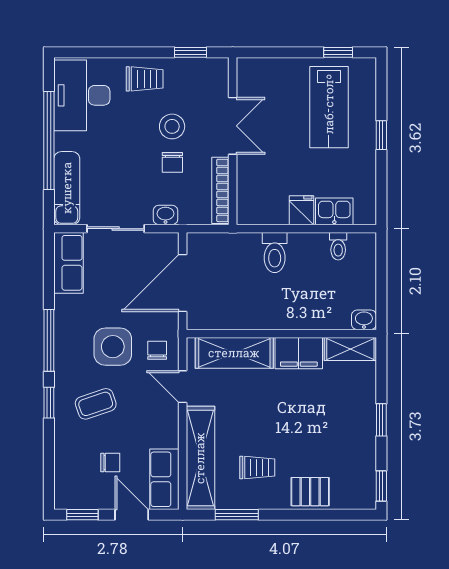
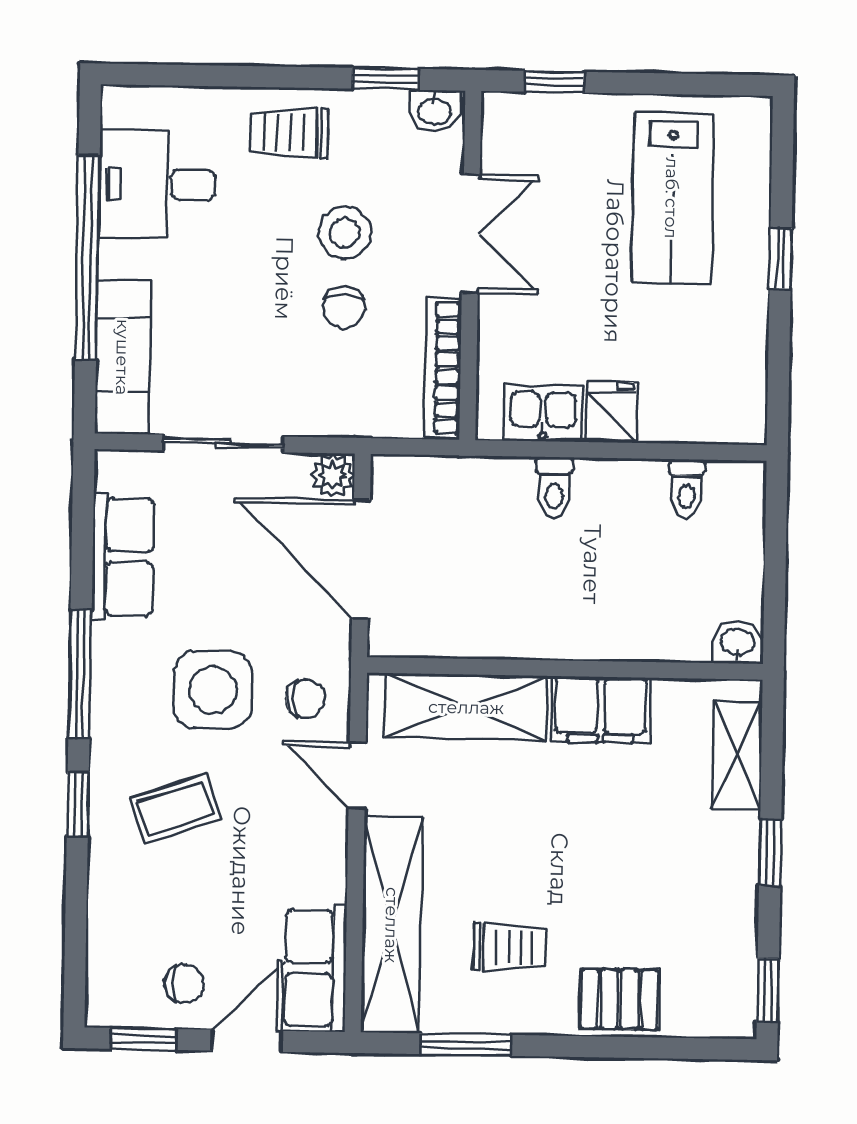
window: (338, 52) -> (554, 82), moved
trolley: (145, 79) -> (289, 132), turned 180
desk: (82, 95) -> (157, 185), width x0.73
kitchen sink: (334, 211) -> (543, 413), moved
washbasin: (165, 215) -> (435, 111), moved, turned 180
plant: (168, 243) -> (333, 475), added
toilet: (275, 252) -> (554, 487), width x0.73, depth x0.72
row of seats: (68, 263) -> (123, 557), moved
door: (183, 283) -> (361, 559), hinge flipped
shelving: (350, 349) -> (737, 755), moved, turned 90
chair: (157, 350) -> (305, 699), turned 90
chair: (110, 462) -> (184, 984), moved
door: (132, 515) -> (246, 1041), hinge flipped

